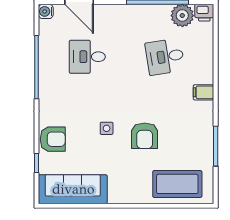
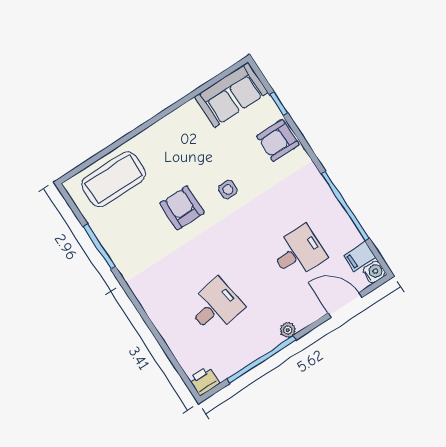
plant: (182, 16) -> (288, 330), moved, width x0.53, depth x0.53
filing cabinet: (203, 92) -> (360, 257), moved, turned 180
sofa: (73, 189) -> (231, 95), width x0.73

